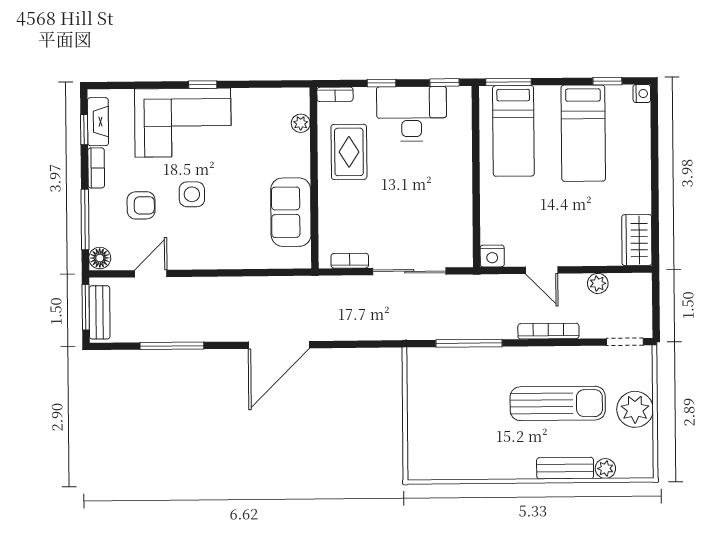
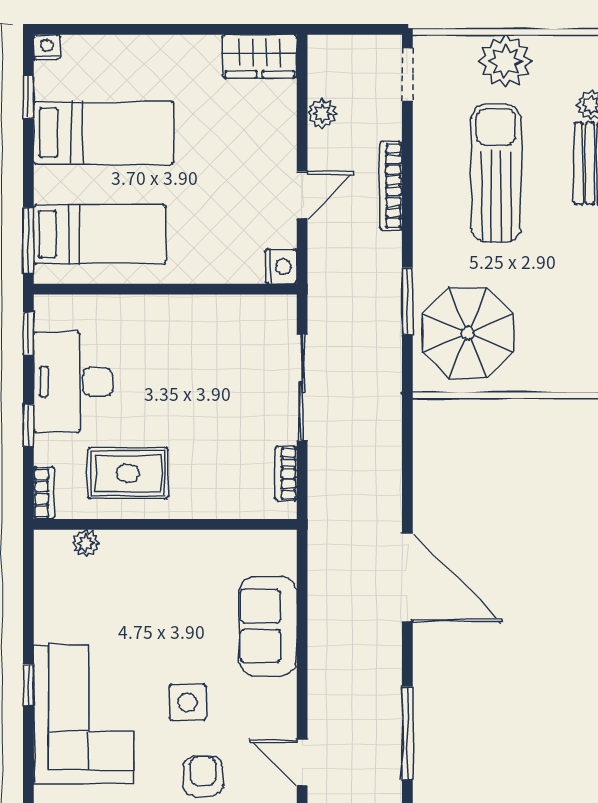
sofa: (291, 212) -> (268, 626), moved, turned 90
window: (469, 343) -> (407, 301), width x0.69
parasol: (448, 385) -> (468, 333), added

